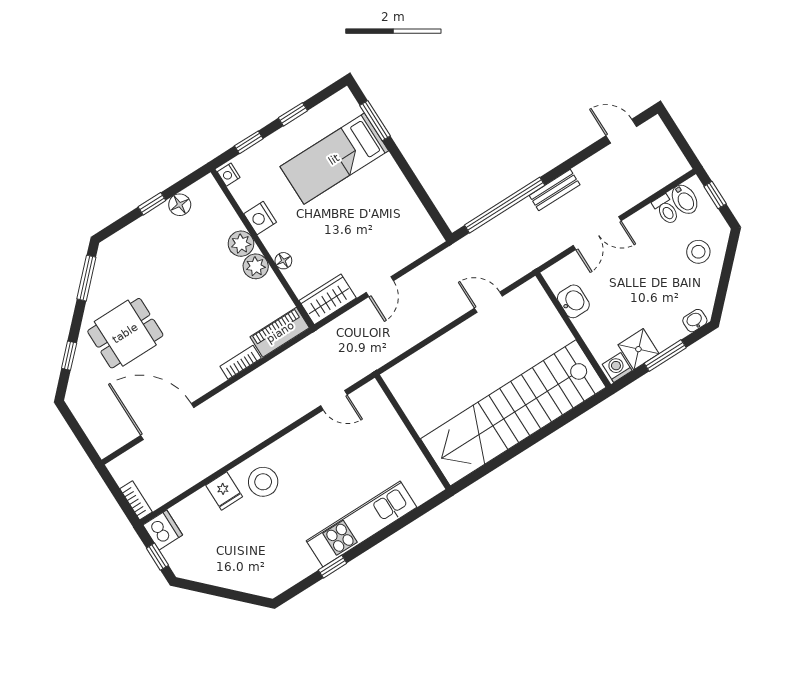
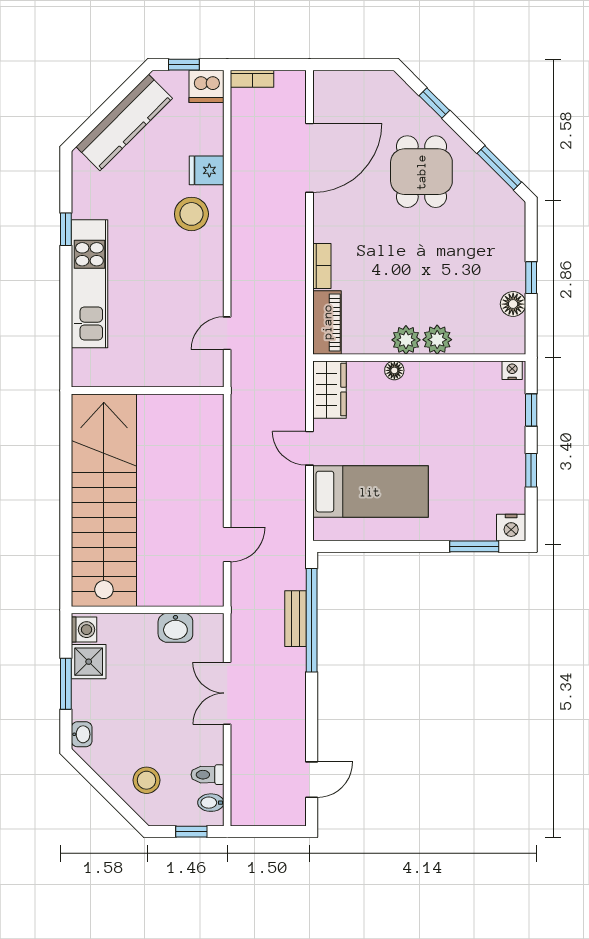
bed: (334, 159) -> (370, 492), moved, turned 90
bench: (555, 190) -> (295, 619), moved
bidet: (685, 199) -> (211, 803), width x0.72, depth x0.74
nightstand: (260, 218) -> (511, 527), moved, turned 180
kitchen counter: (227, 573) -> (124, 123), added

